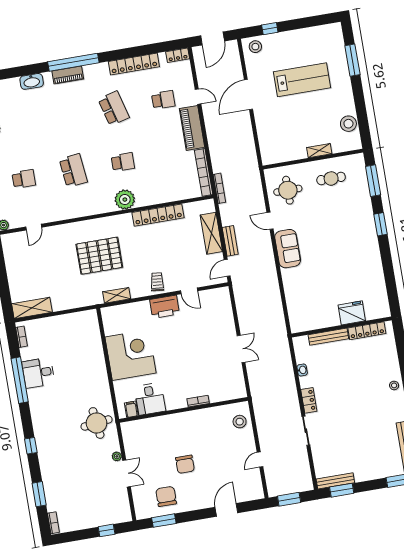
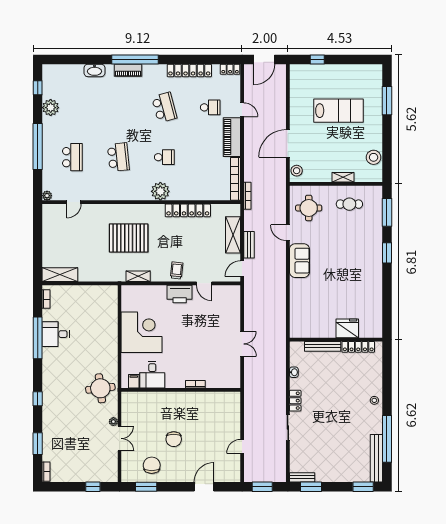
stool: (255, 47) -> (297, 171), moved
door: (248, 94) -> (288, 143), moved
school desk: (24, 179) -> (72, 157), width x1.85
stool: (240, 422) -> (230, 409), removed
bench: (335, 481) -> (302, 477), width x0.73

